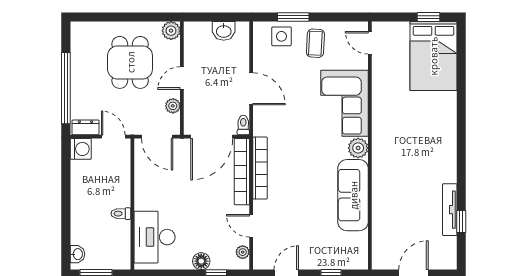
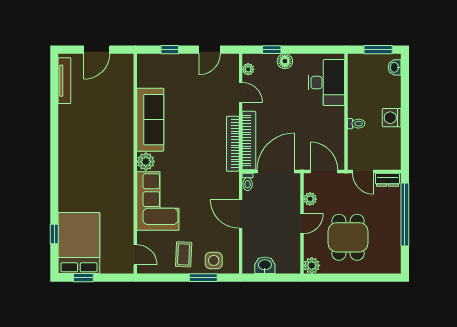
washing machine: (81, 149) -> (392, 118), moved
tv unit: (450, 210) -> (64, 81), moved
toilet: (121, 214) -> (356, 124), moved
window: (461, 221) -> (54, 234), moved

